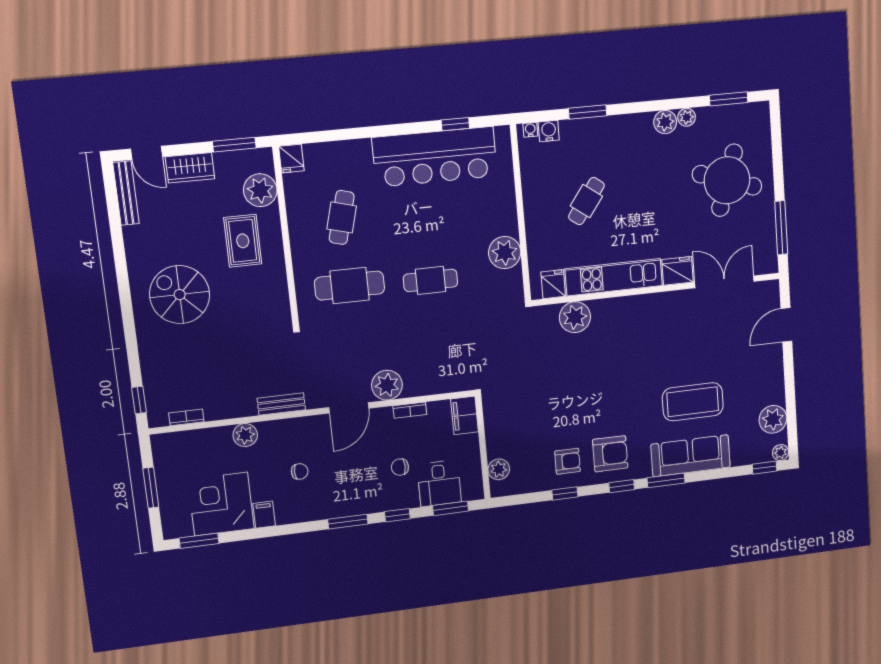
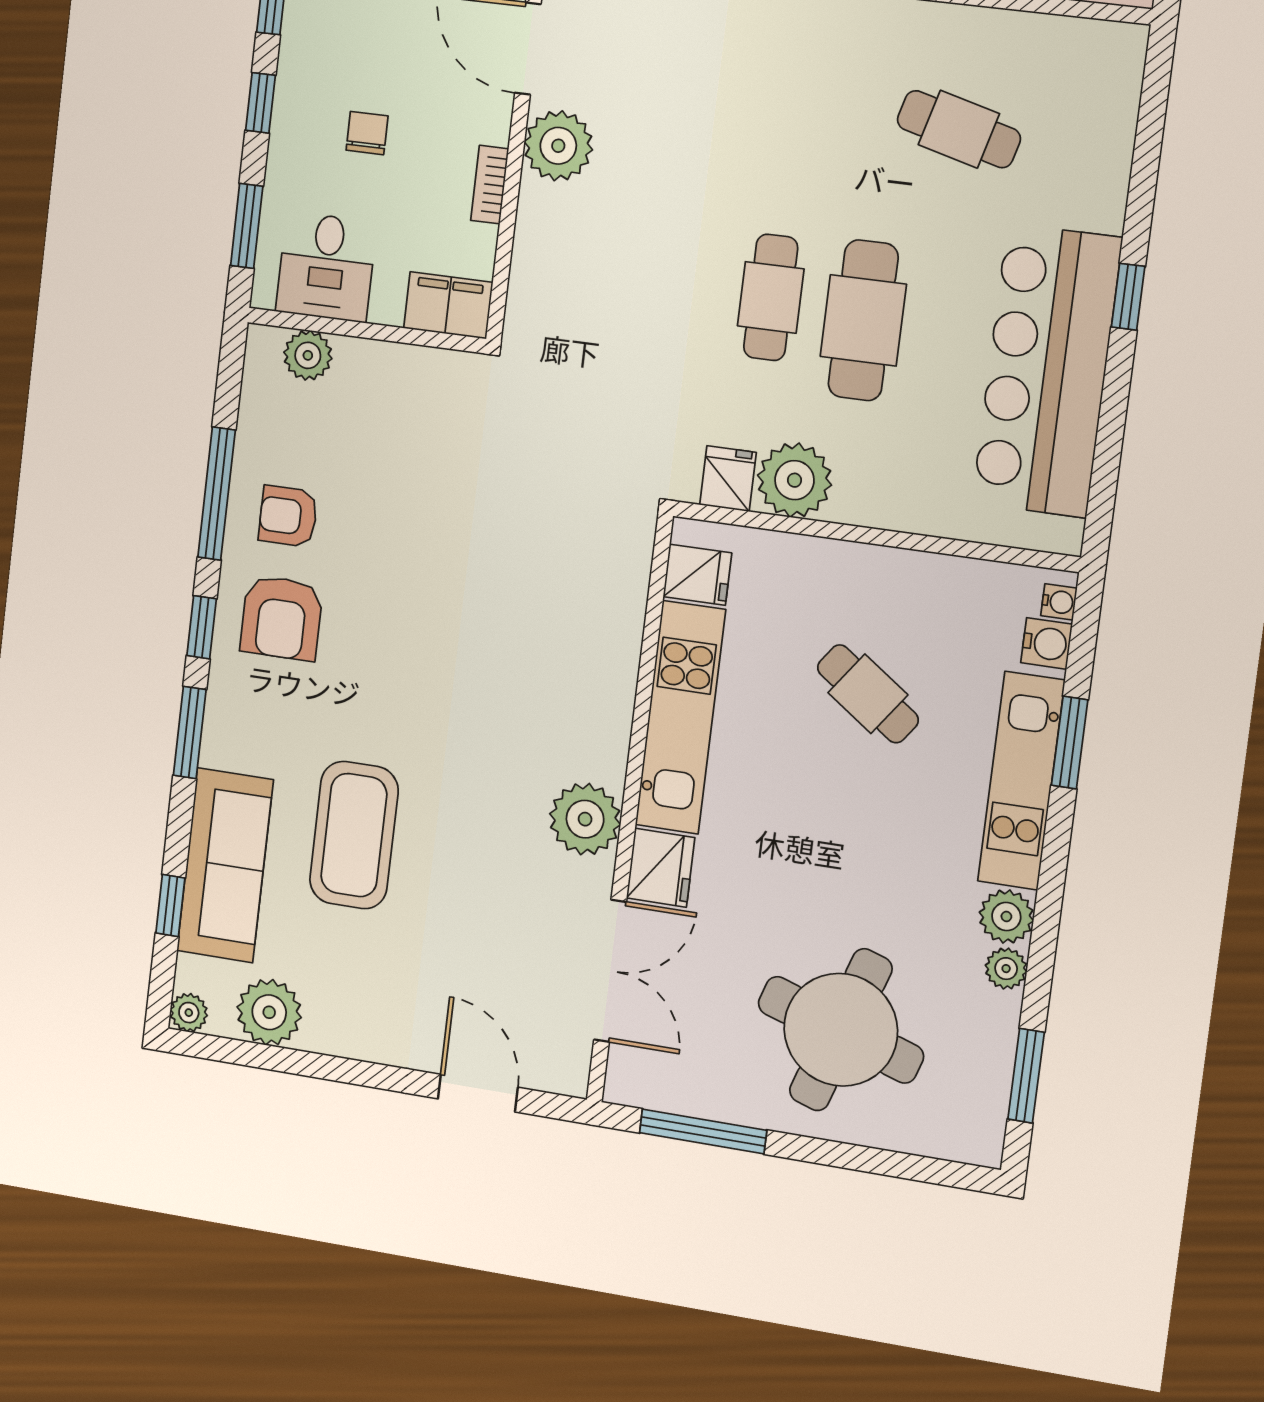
window: (455, 124) -> (1128, 297), moved
kitchen unit: (608, 129) -> (1021, 781), added
fridge: (291, 159) -> (728, 479), moved, turned 90
cafe table: (350, 286) -> (863, 320), moved
plant: (575, 317) -> (585, 819), moved
sofa: (691, 456) -> (225, 865), moved
armchair: (568, 461) -> (288, 516), turned 90
window: (764, 468) -> (170, 905), moved
desk: (439, 483) -> (326, 267), moved, turned -90
window: (565, 493) -> (217, 494), width x2.17

